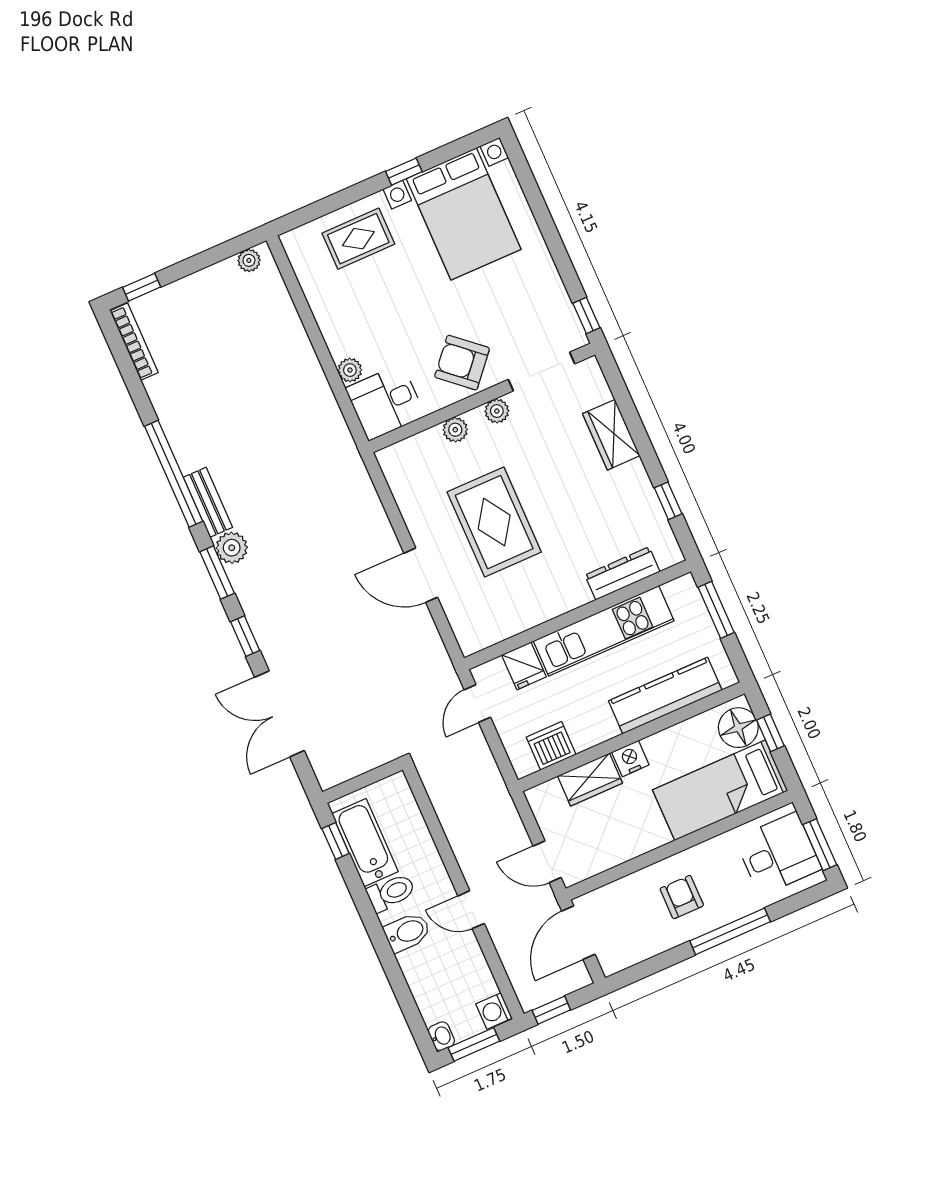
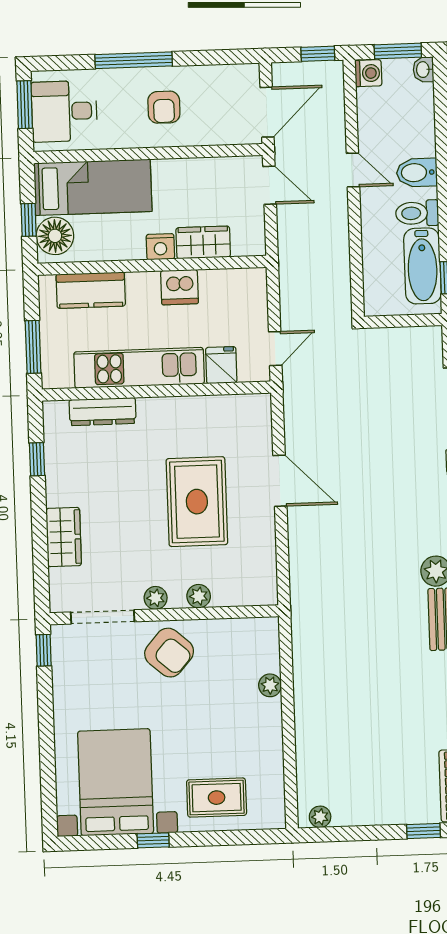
desk: (385, 402) -> (250, 645), removed
kitchen counter: (665, 696) -> (91, 290), width x0.67
dishwasher: (551, 746) -> (180, 287), moved

